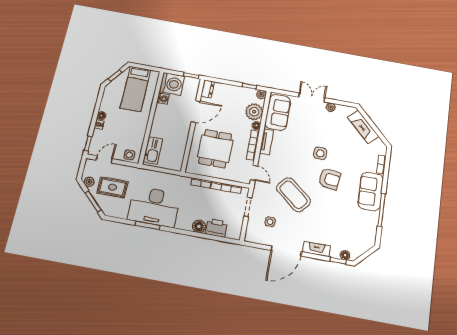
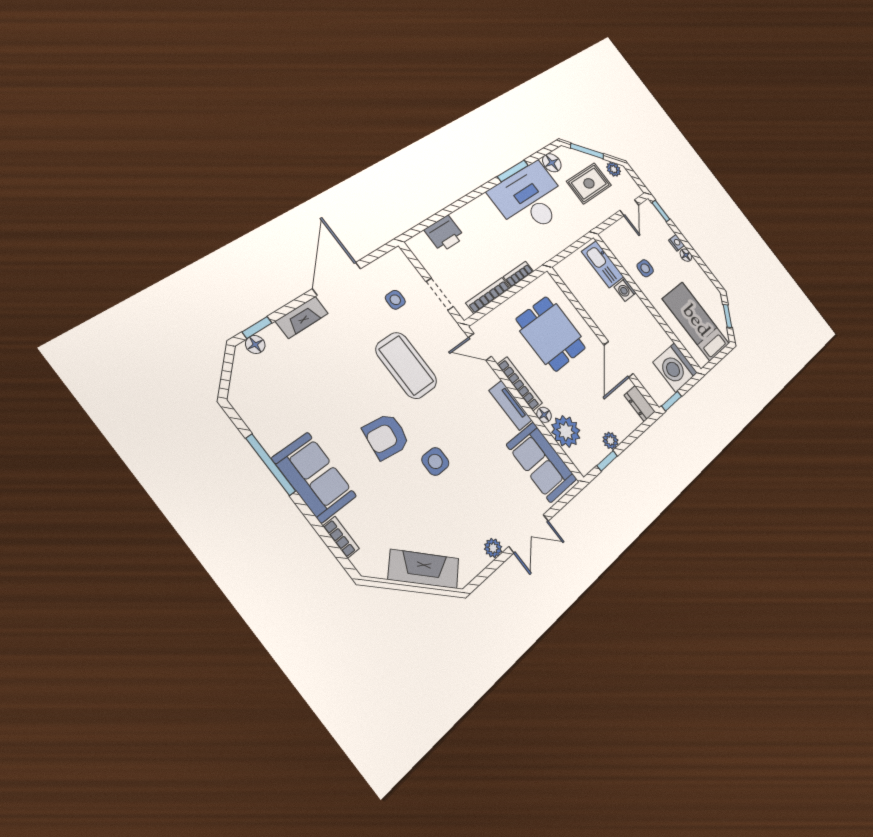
plant: (261, 95) -> (611, 441), moved
washing machine: (163, 99) -> (625, 290), moved
side table: (129, 155) -> (645, 268), moved
coffee table: (294, 195) -> (406, 365), turned 51
floor lamp: (199, 226) -> (552, 163), moved

